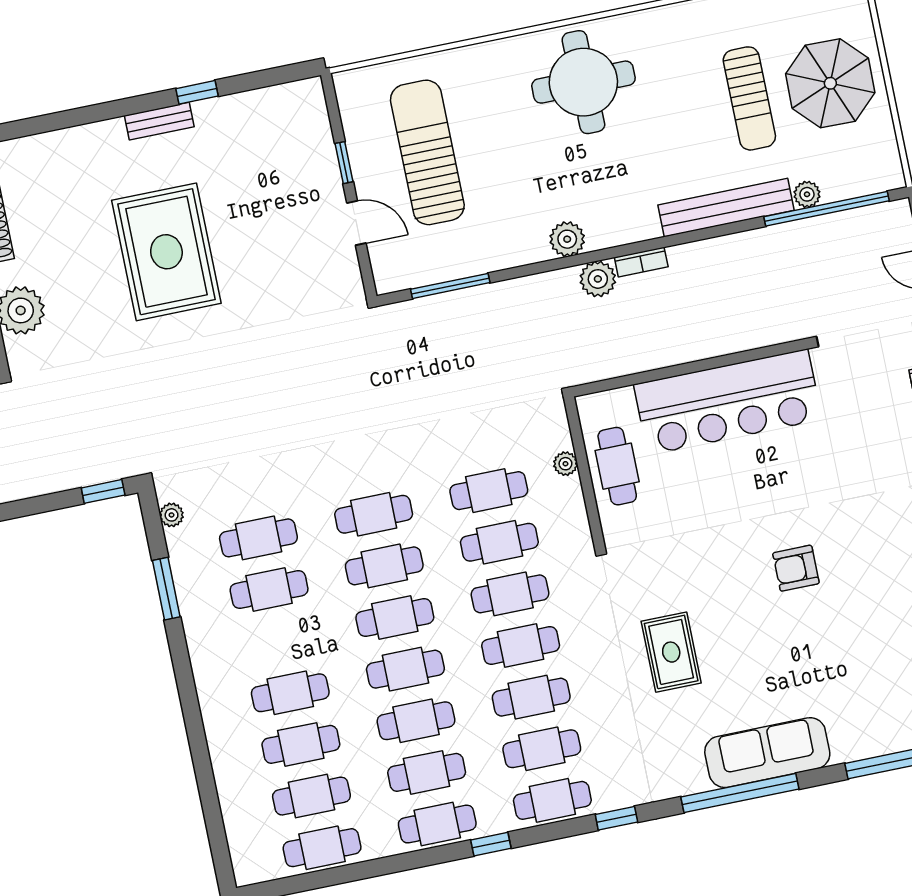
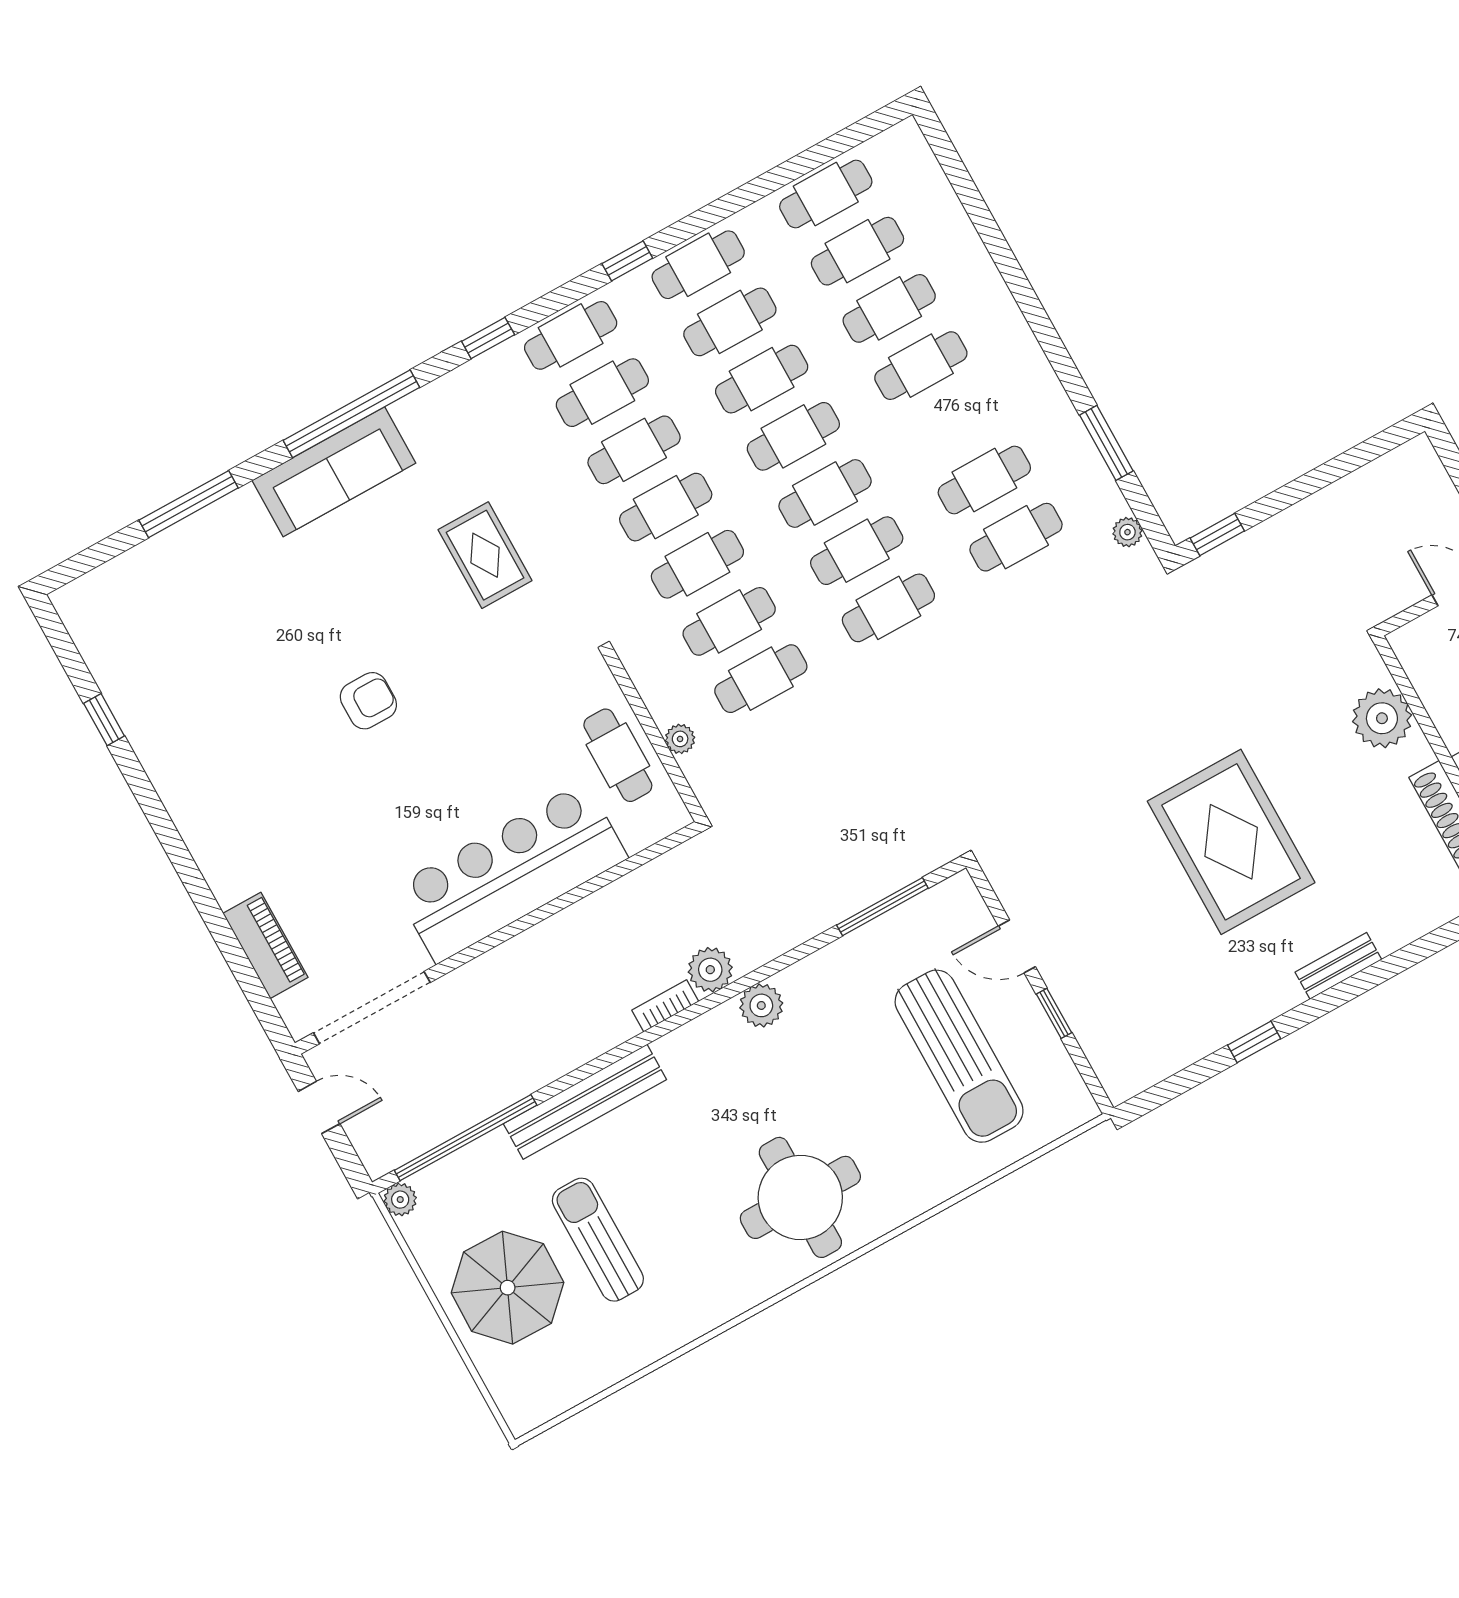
bench: (159, 121) -> (1338, 966), moved
plant: (807, 194) -> (400, 1200), moved

